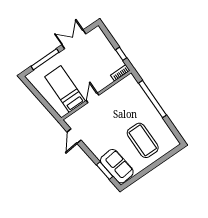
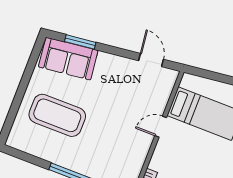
door: (93, 98) -> (161, 127), swing flipped

